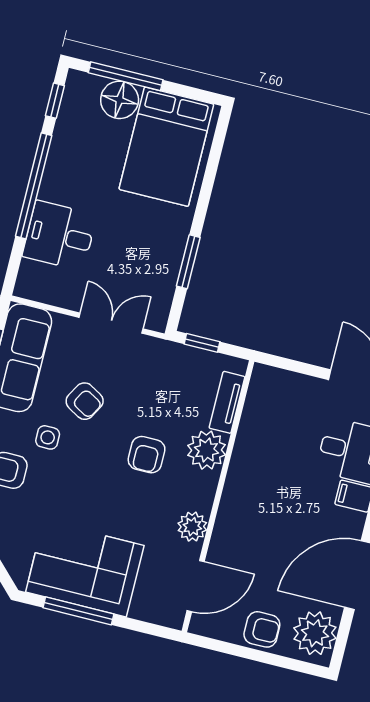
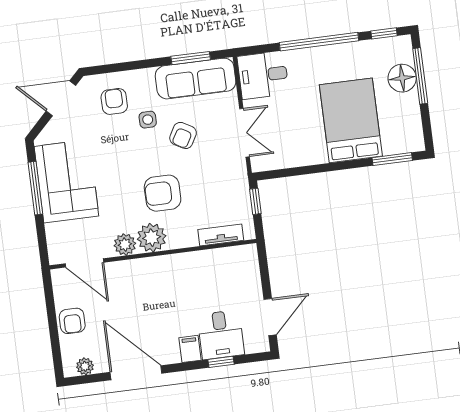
bed: (166, 147) -> (351, 120), moved, turned 90
desk: (60, 236) -> (263, 75), moved, turned -90
window: (188, 262) -> (392, 159), moved
plant: (207, 450) -> (152, 238), moved
armchair: (147, 455) -> (163, 193), width x1.38, depth x1.38
plant: (315, 633) -> (85, 366), width x0.53, depth x0.53

